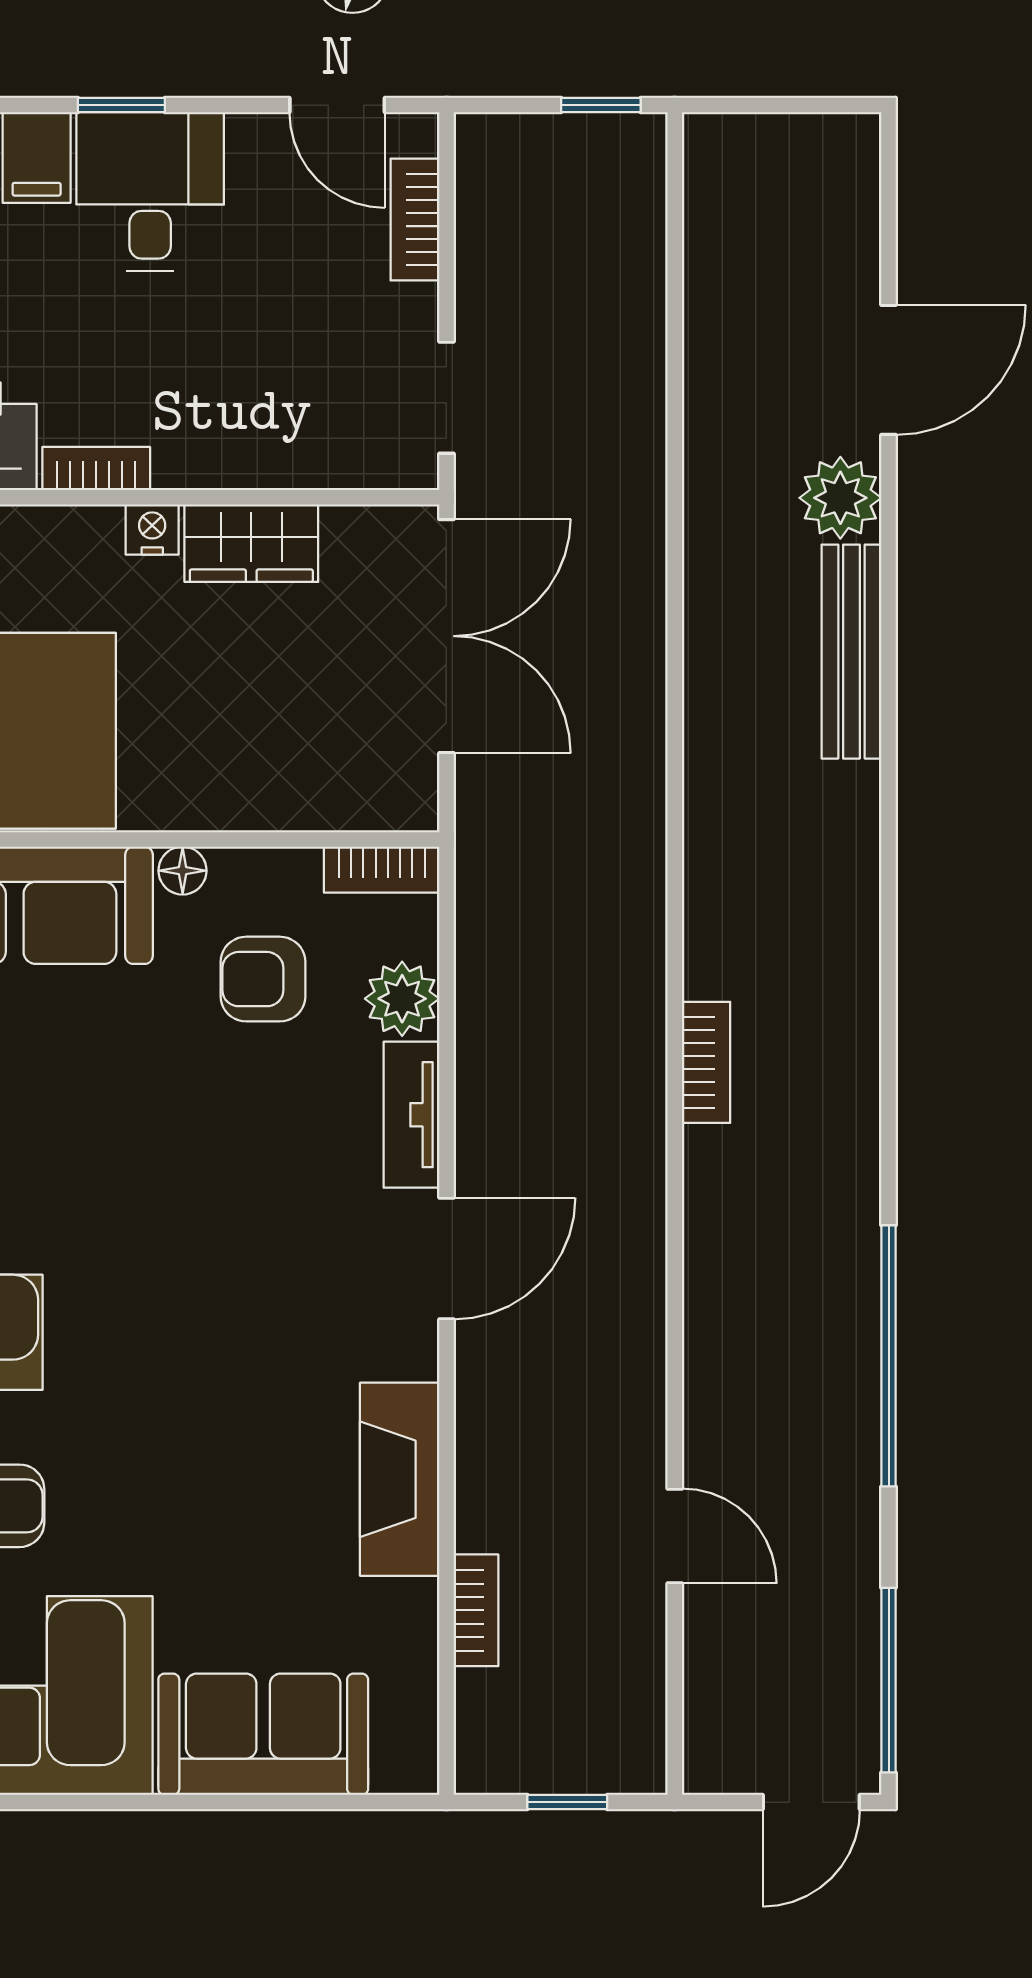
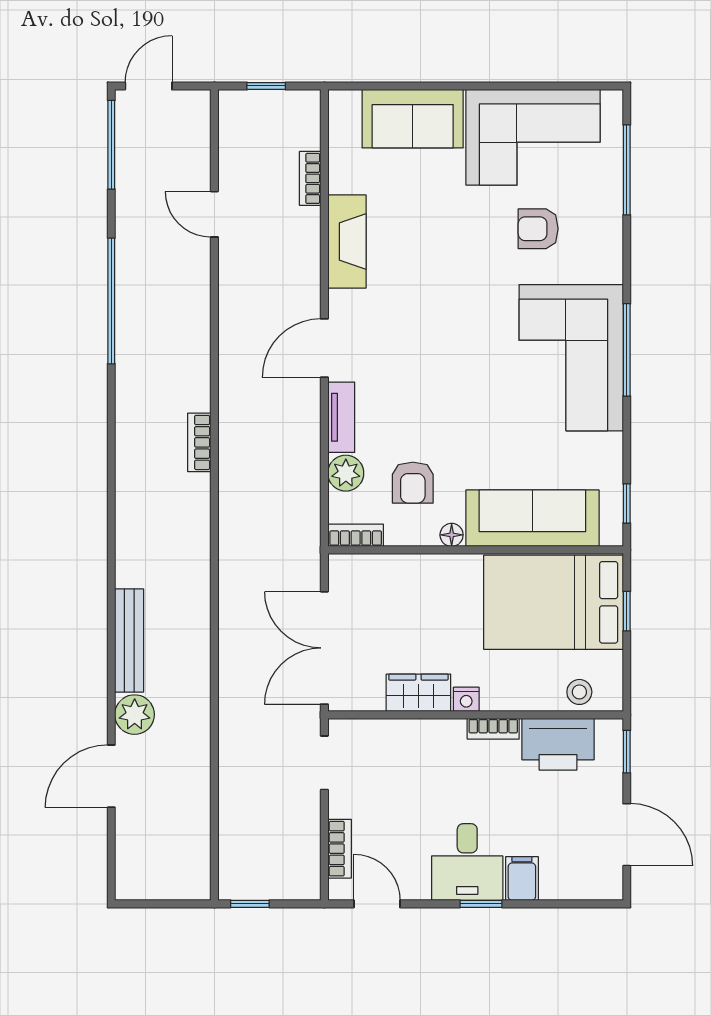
armchair: (263, 979) -> (413, 483), turned 90

